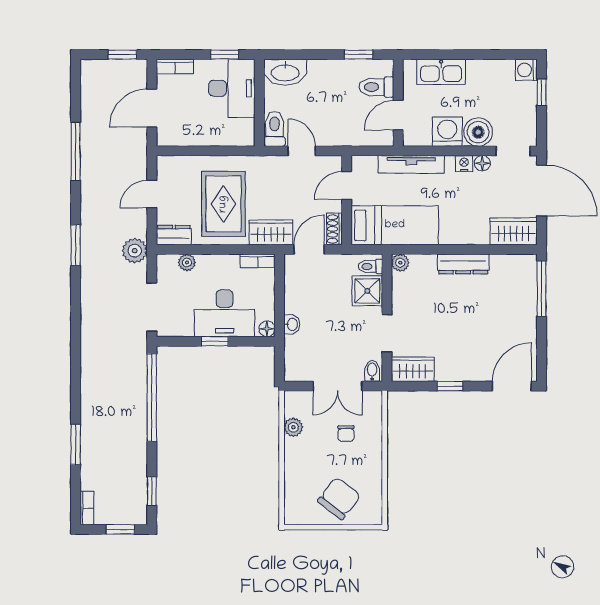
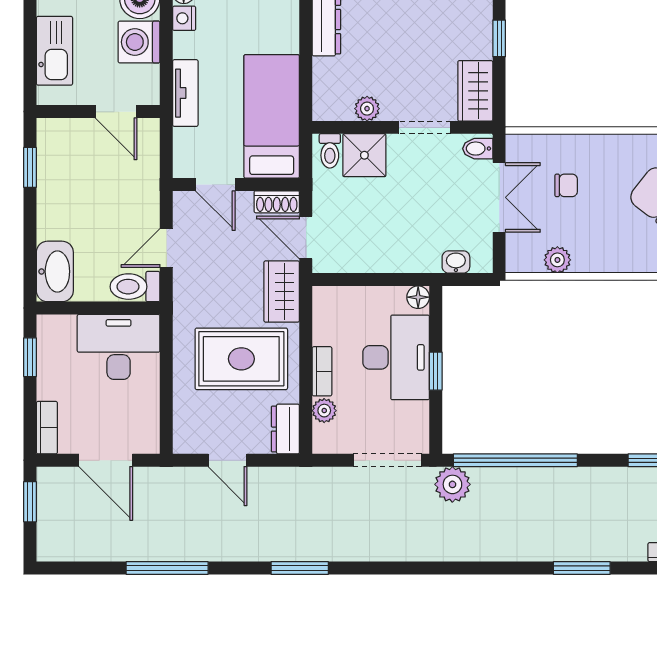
toilet: (376, 87) -> (76, 142), removed
desk: (232, 88) -> (119, 347), moved
tv unit: (411, 164) -> (185, 93), width x0.71
plant: (135, 251) -> (452, 484), moved
bookcase: (258, 261) -> (322, 371), moved
plant: (400, 263) -> (367, 109), moved
washbasin: (292, 324) -> (456, 262), moved

